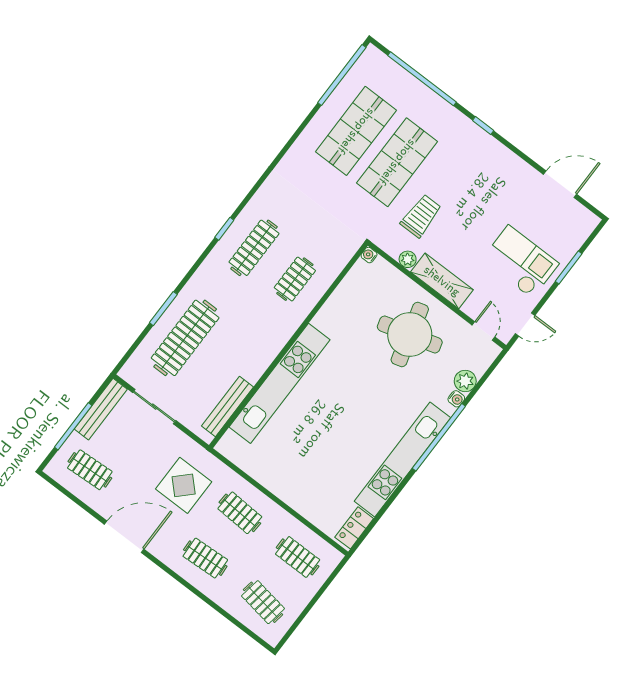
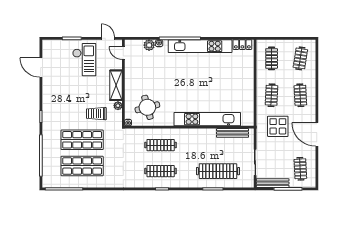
checkout: (520, 262) -> (84, 60), turned 180
clothes rail: (295, 279) -> (161, 145), width x1.36
door: (483, 331) -> (123, 53), hinge flipped
round table: (410, 335) -> (147, 107), moved, width x0.73, depth x0.73

